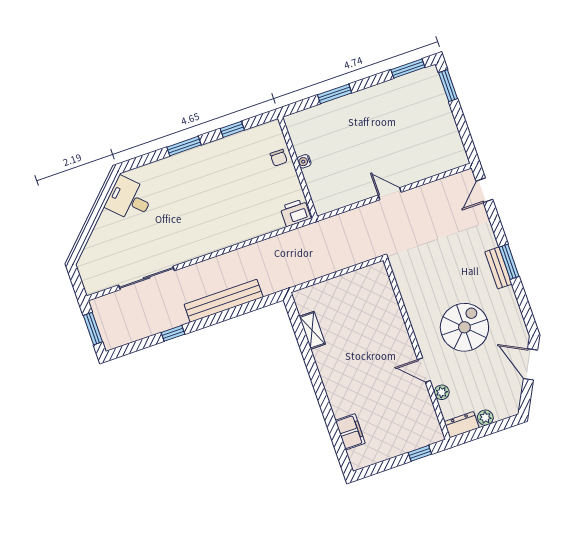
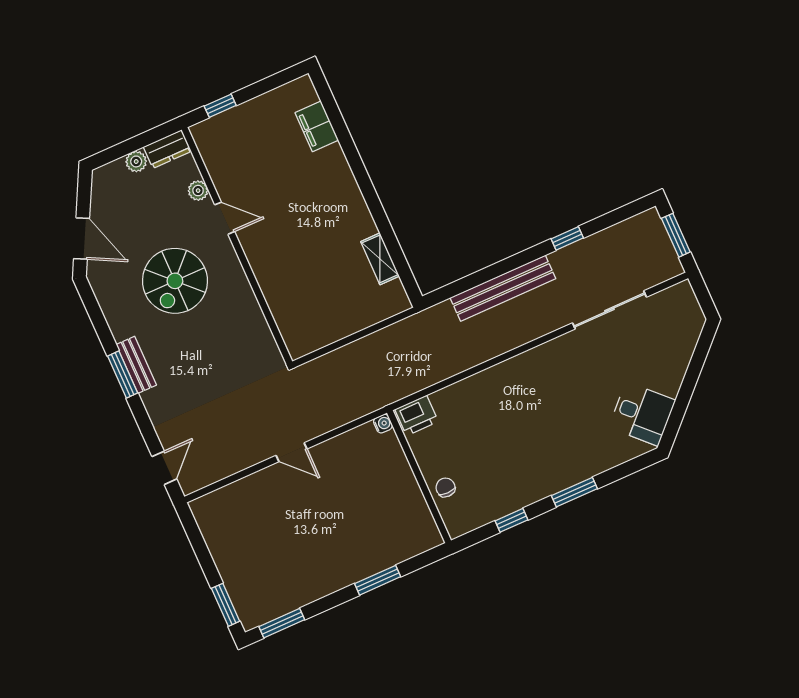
water cooler: (304, 161) -> (383, 424), moved

